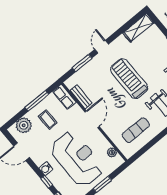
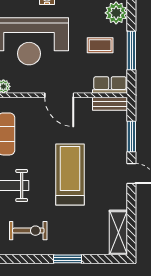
treadmill: (129, 79) -> (70, 175), turned -90
bench: (81, 97) -> (110, 104), moved

